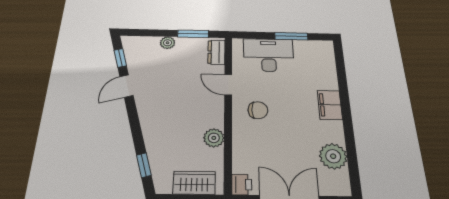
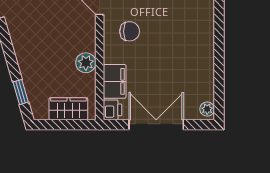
filing cabinet: (330, 105) -> (115, 81), moved, turned 180
plant: (333, 156) -> (207, 109), moved, width x0.53, depth x0.53

